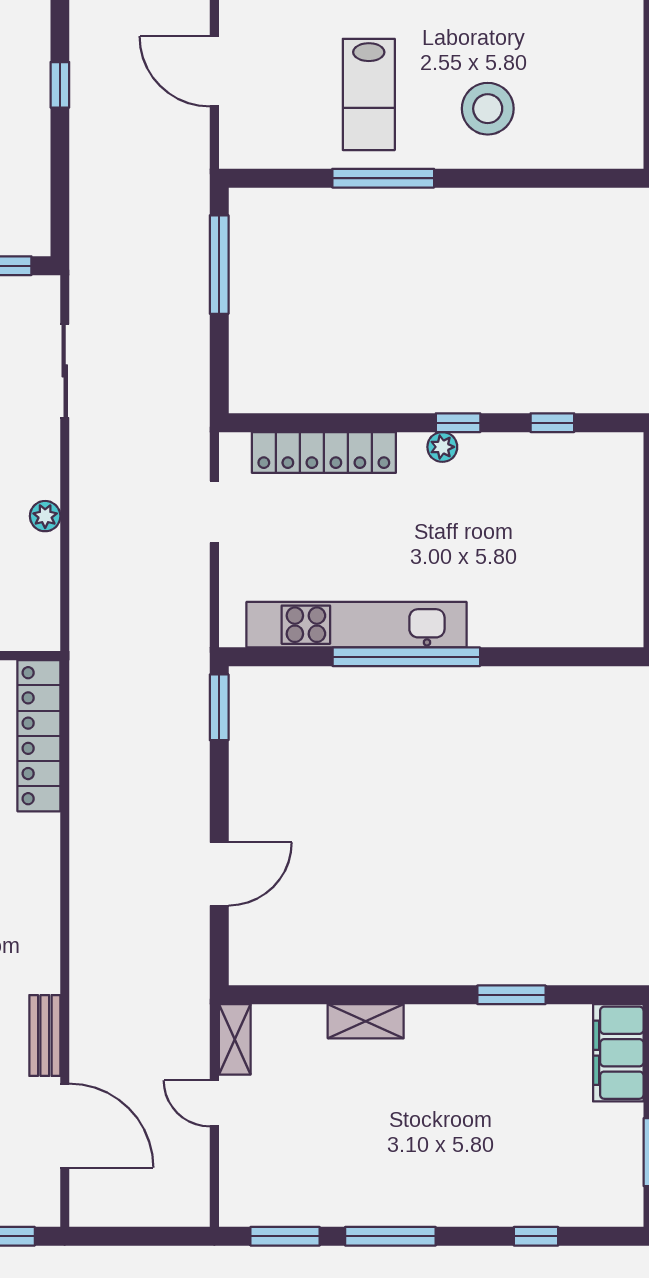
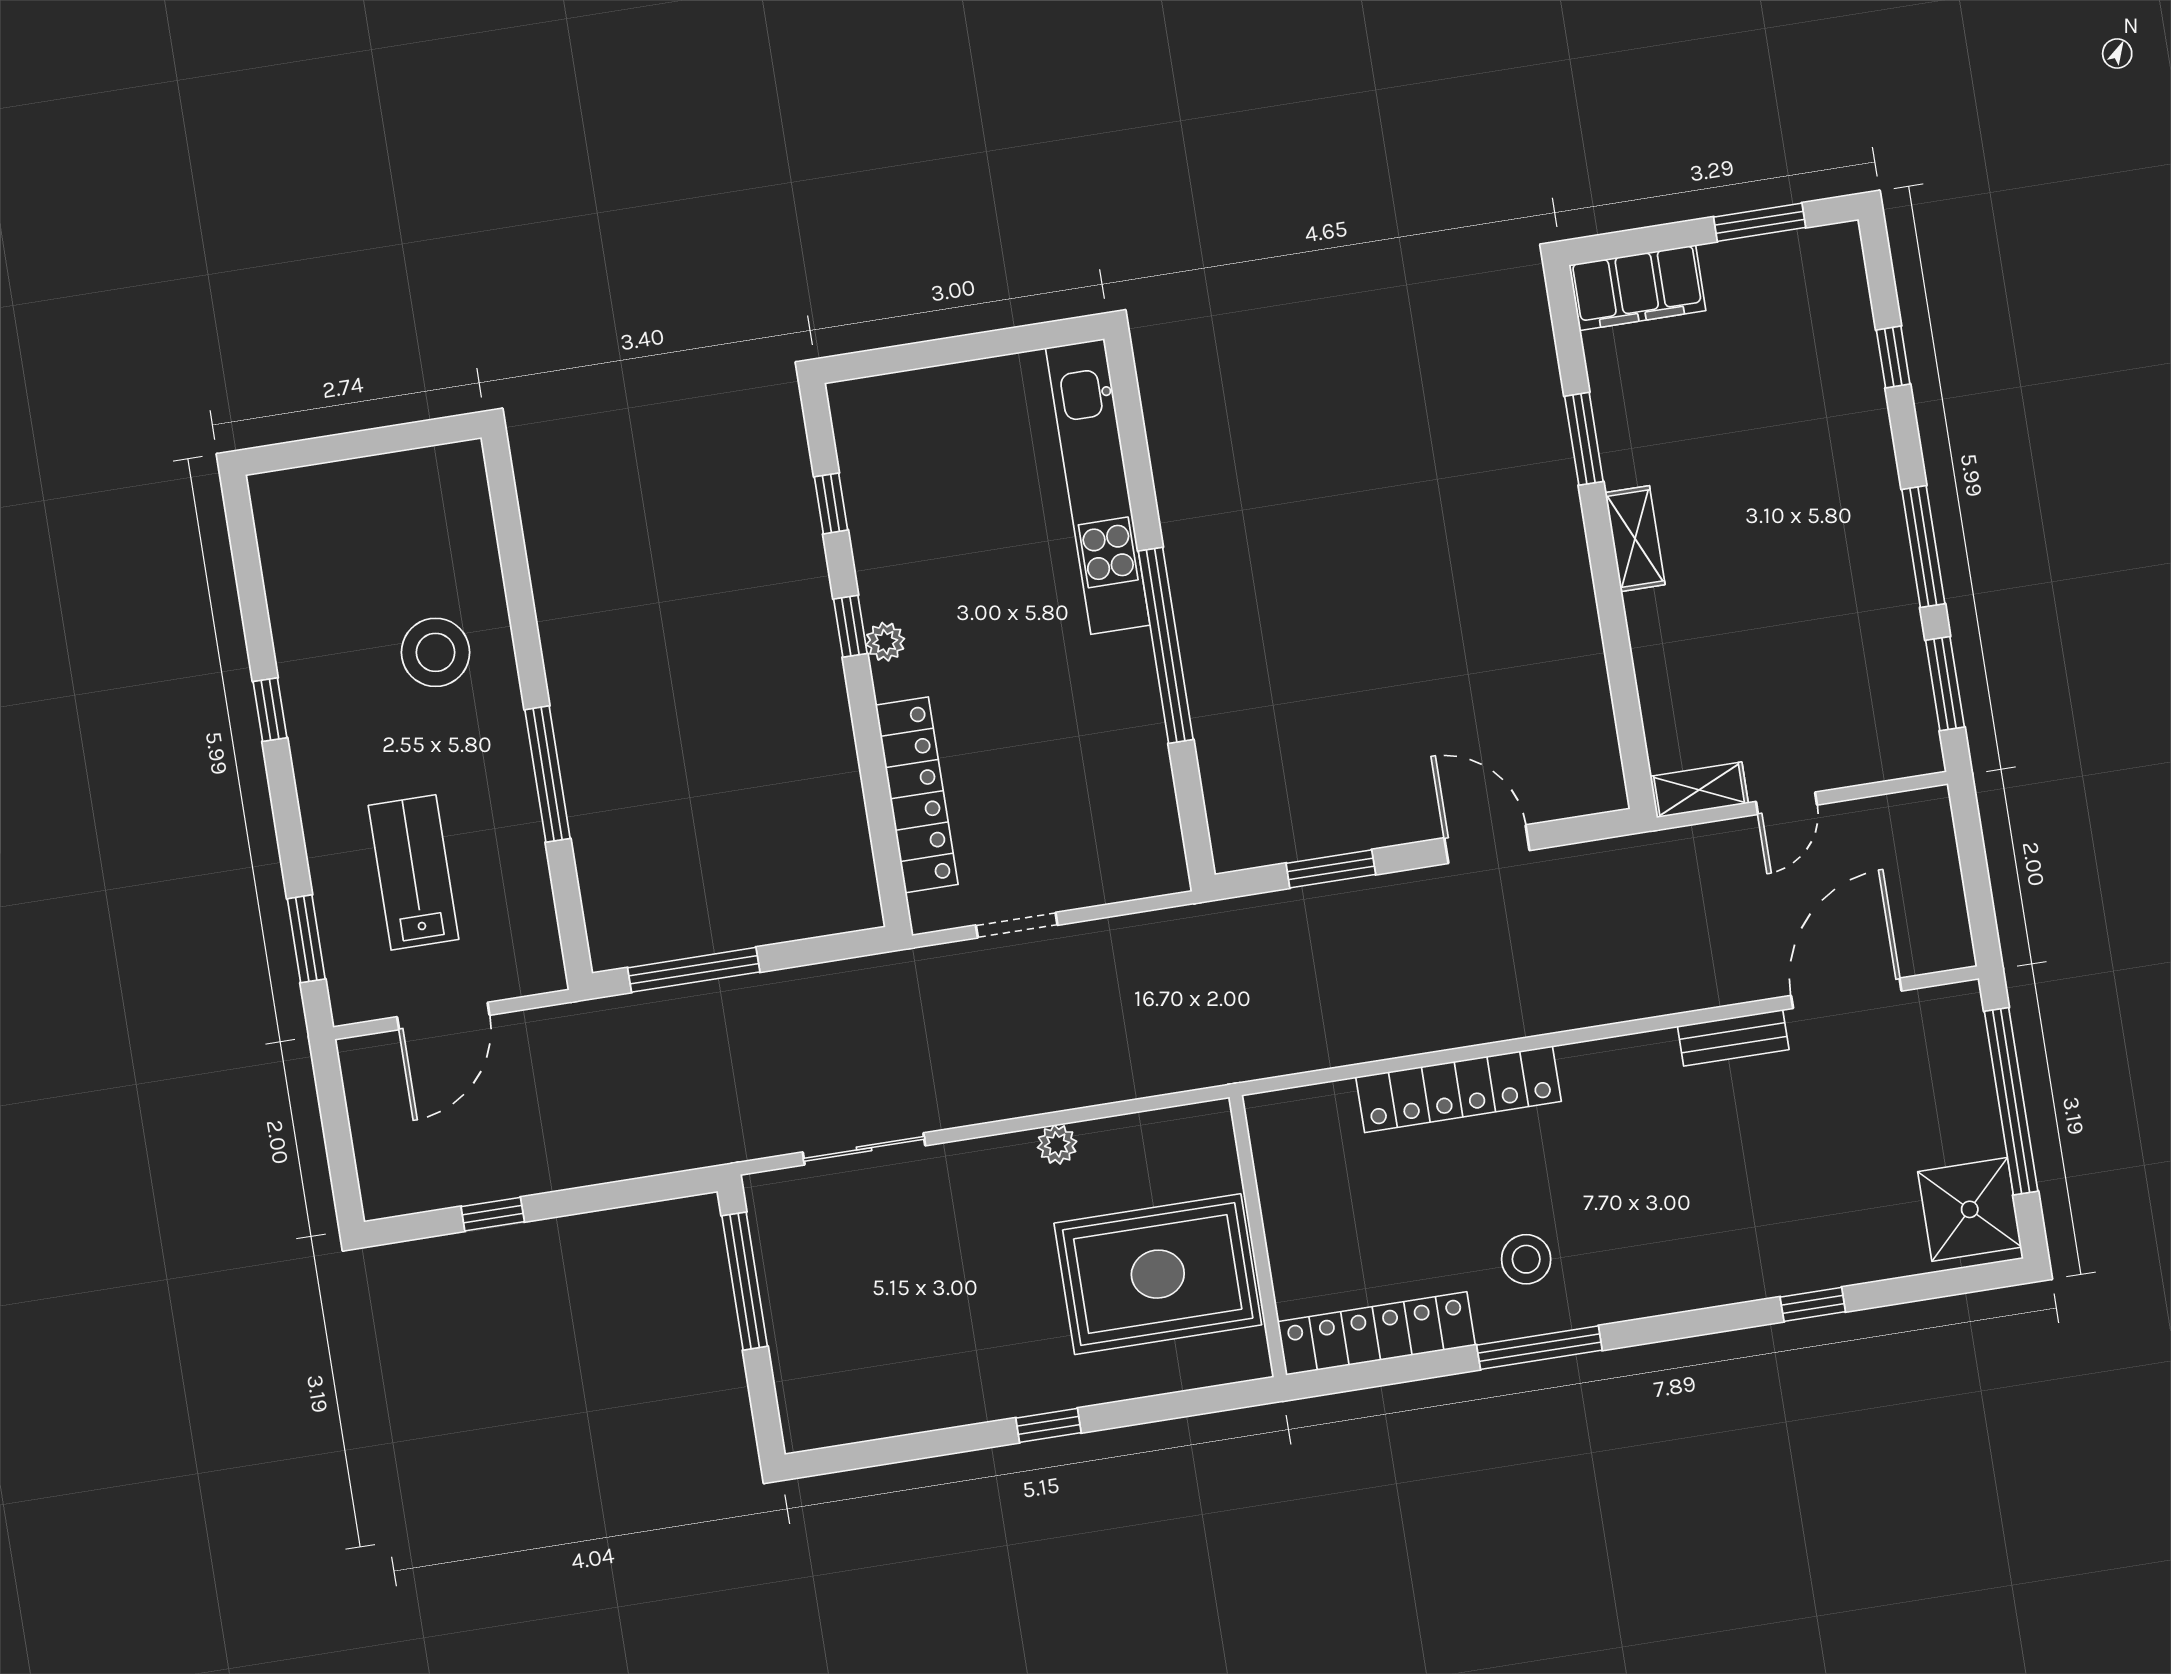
lab bench: (369, 94) -> (413, 872), moved, turned -90
kitchen unit: (357, 625) -> (1098, 486), moved
window: (219, 707) -> (1331, 869), moved
locker: (39, 736) -> (1459, 1089), moved
shelving: (366, 1021) -> (1635, 539), moved

